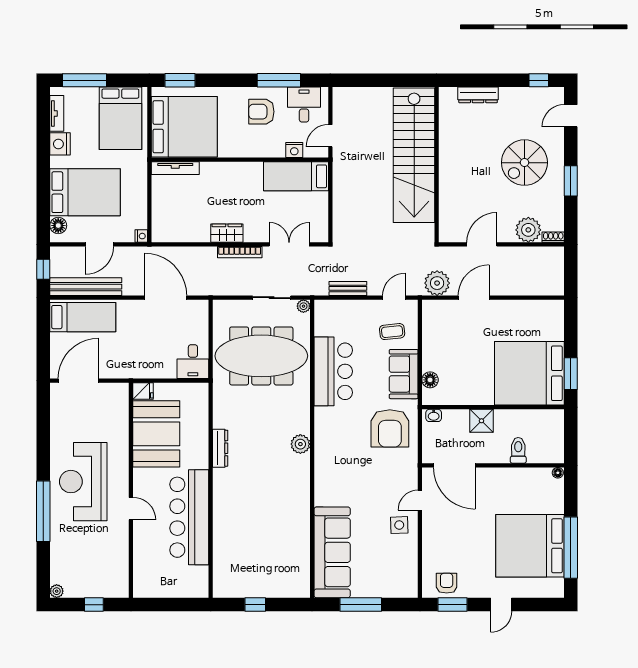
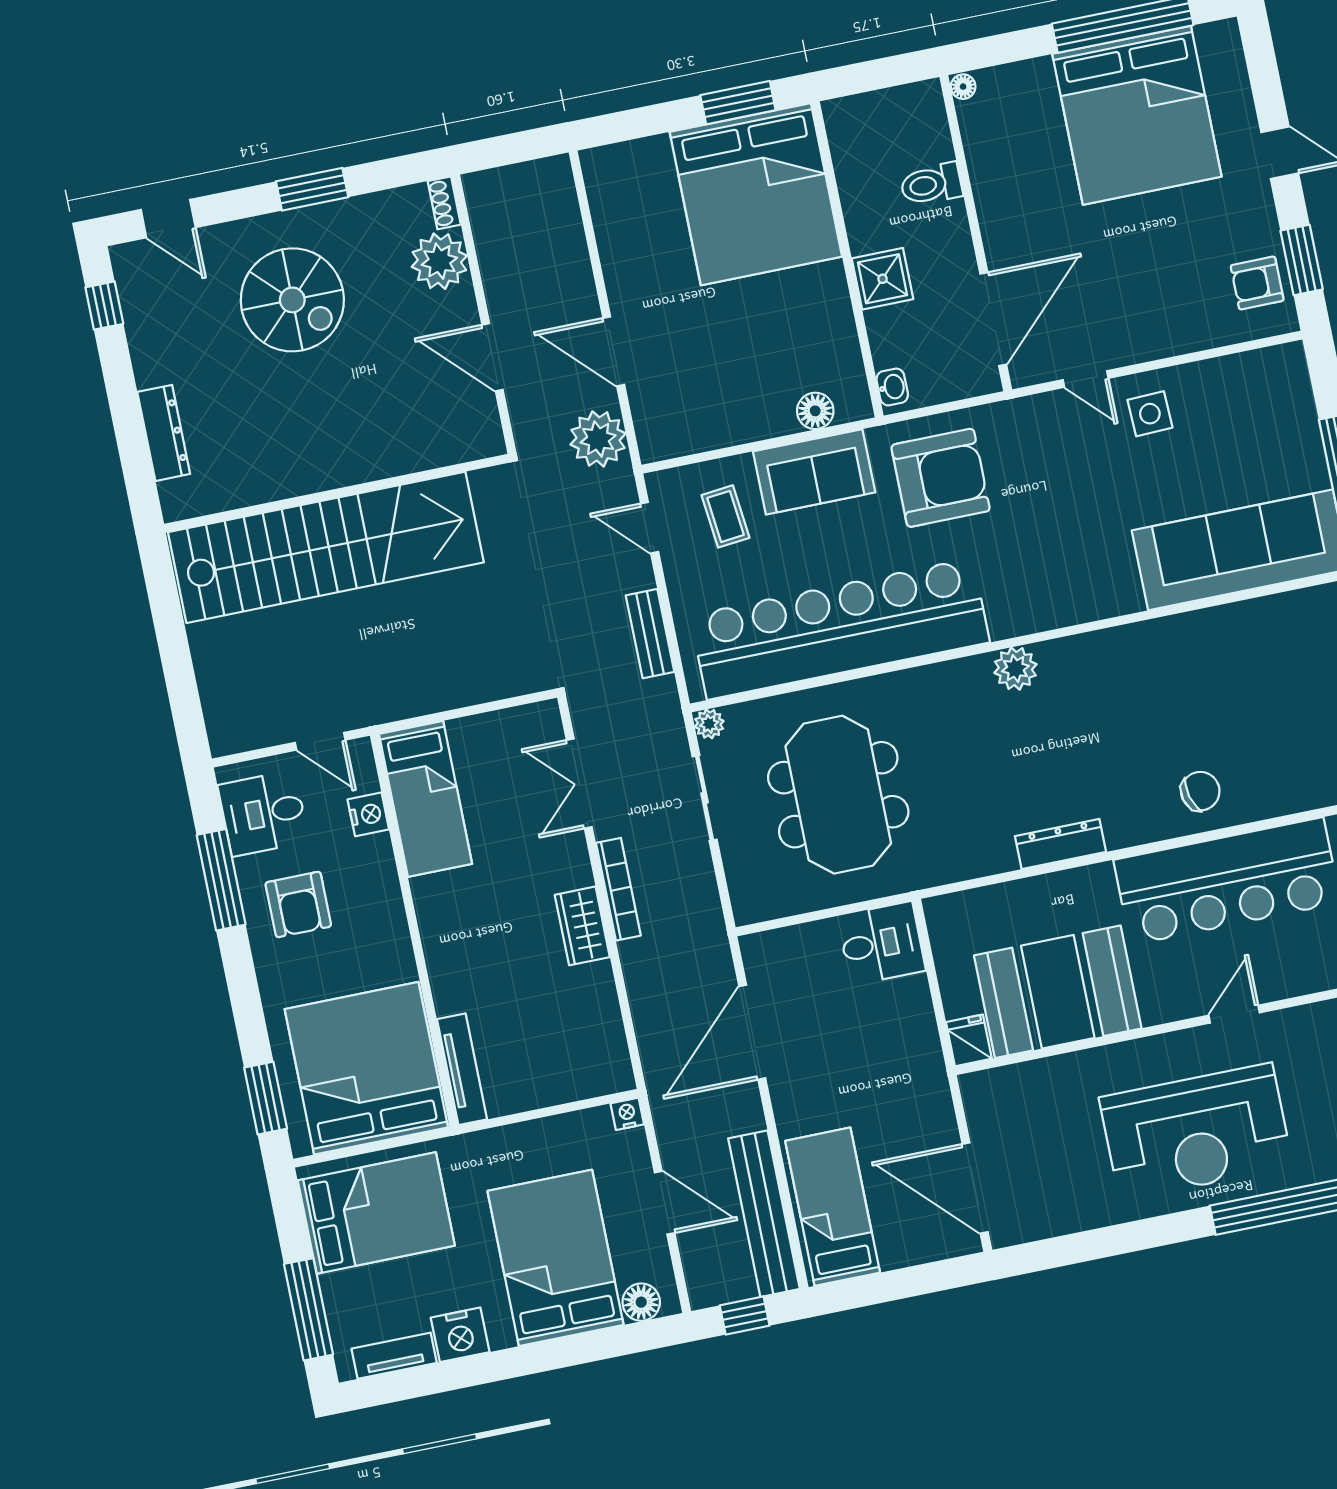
meeting table: (261, 356) -> (838, 795), width x0.73
bar counter: (333, 371) -> (840, 629), width x1.86
chair: (231, 514) -> (1200, 791), added

